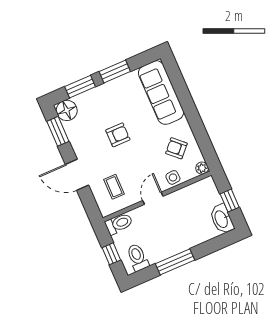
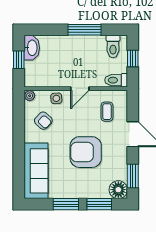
armchair: (118, 135) -> (86, 152), width x1.88, depth x1.88

